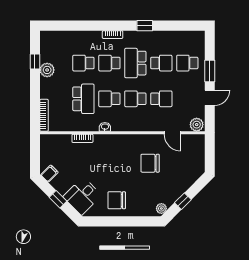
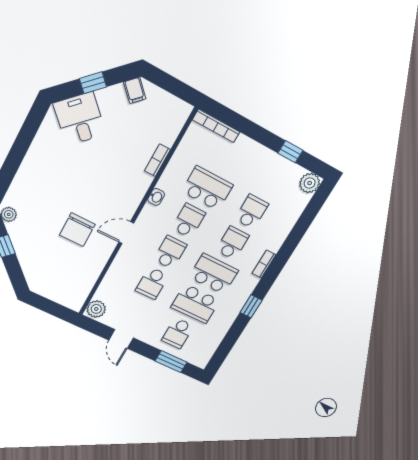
school desk: (161, 63) -> (195, 304), width x1.85
school desk: (187, 63) -> (178, 333), turned 180
plant: (47, 70) -> (310, 183), moved
window: (210, 71) -> (171, 362), moved
school desk: (83, 99) -> (207, 188), turned 180
door: (172, 133) -> (126, 233), moved
chair: (150, 163) -> (77, 230), turned 180
chair: (117, 200) -> (50, 162), removed

